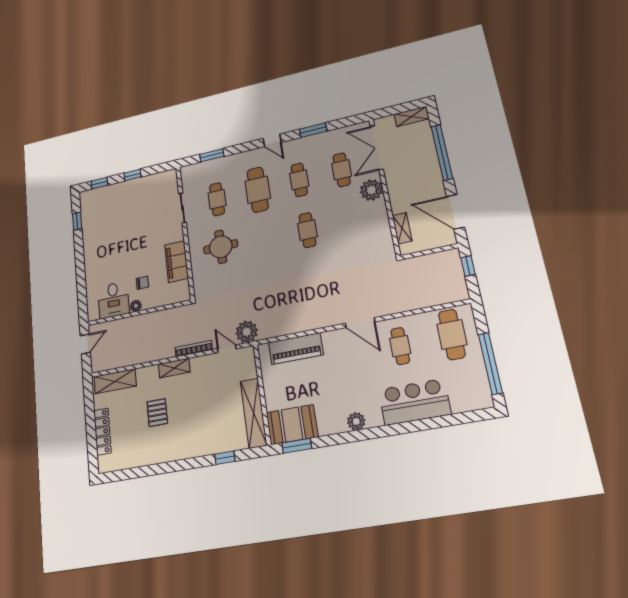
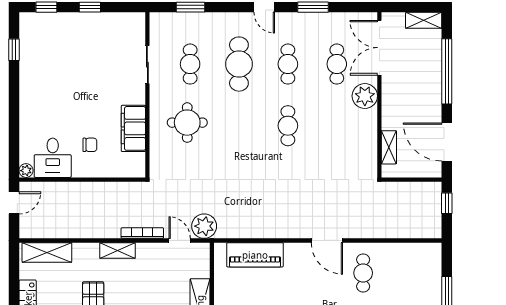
plant: (136, 306) -> (26, 171), moved
cafe table: (452, 334) -> (416, 271), removed

